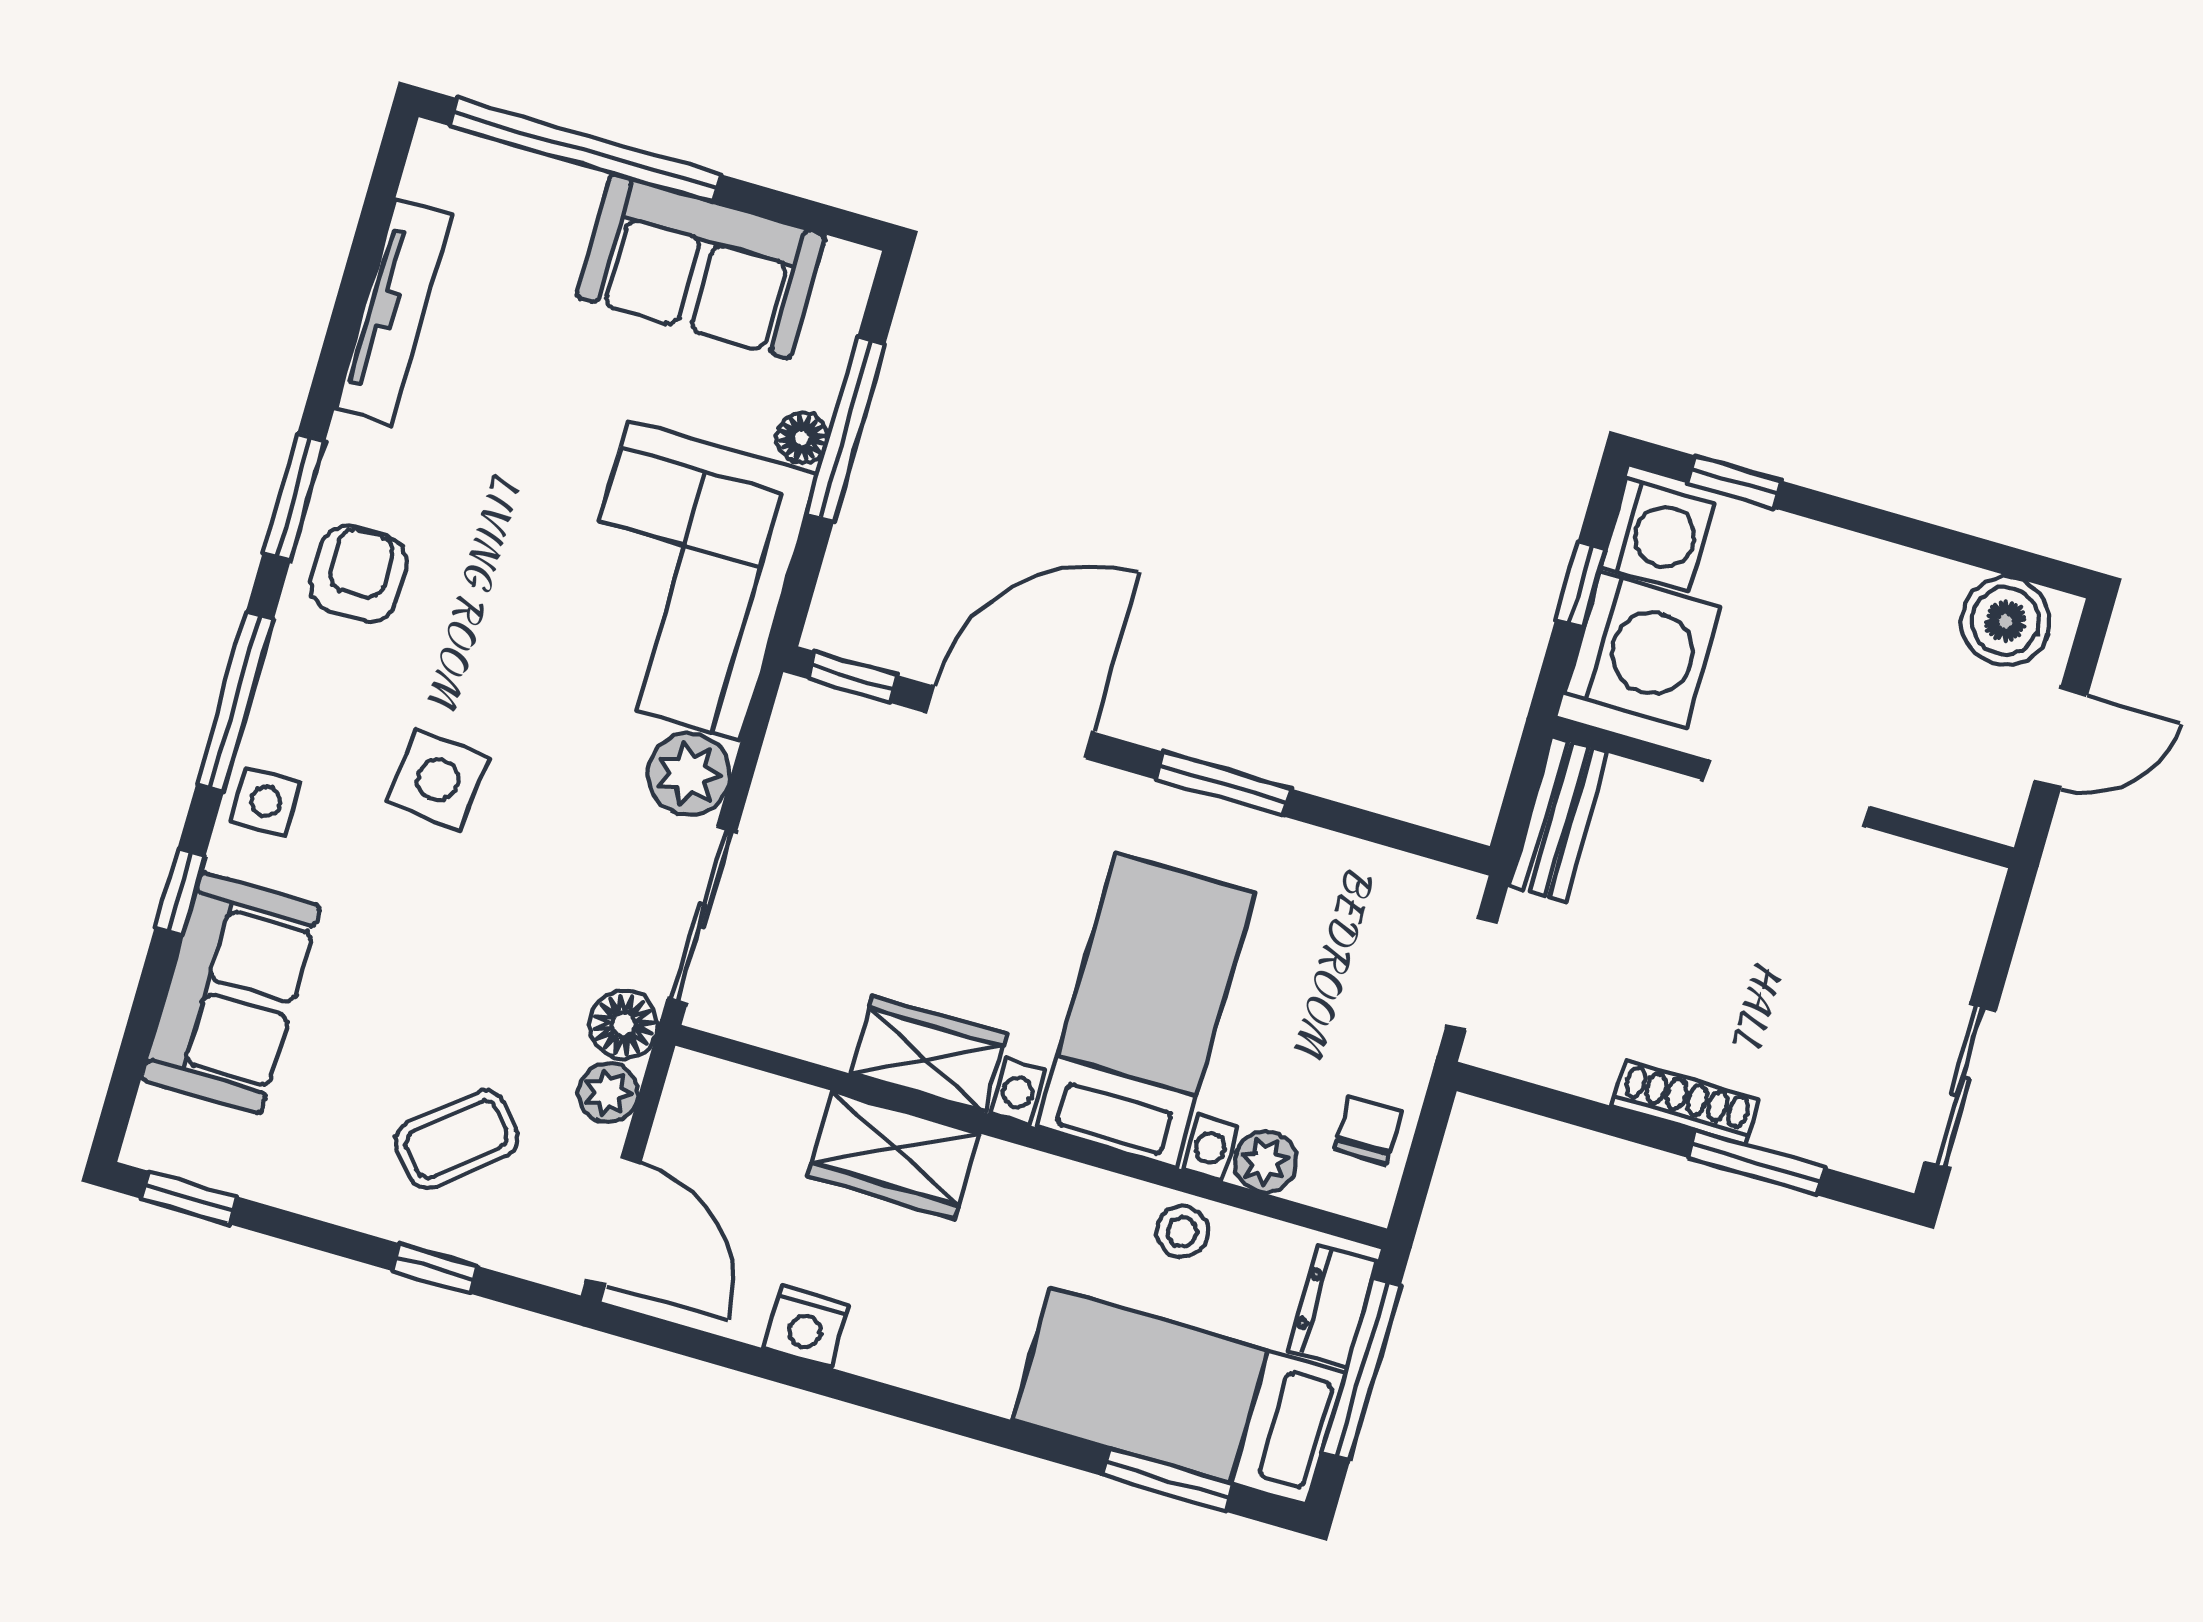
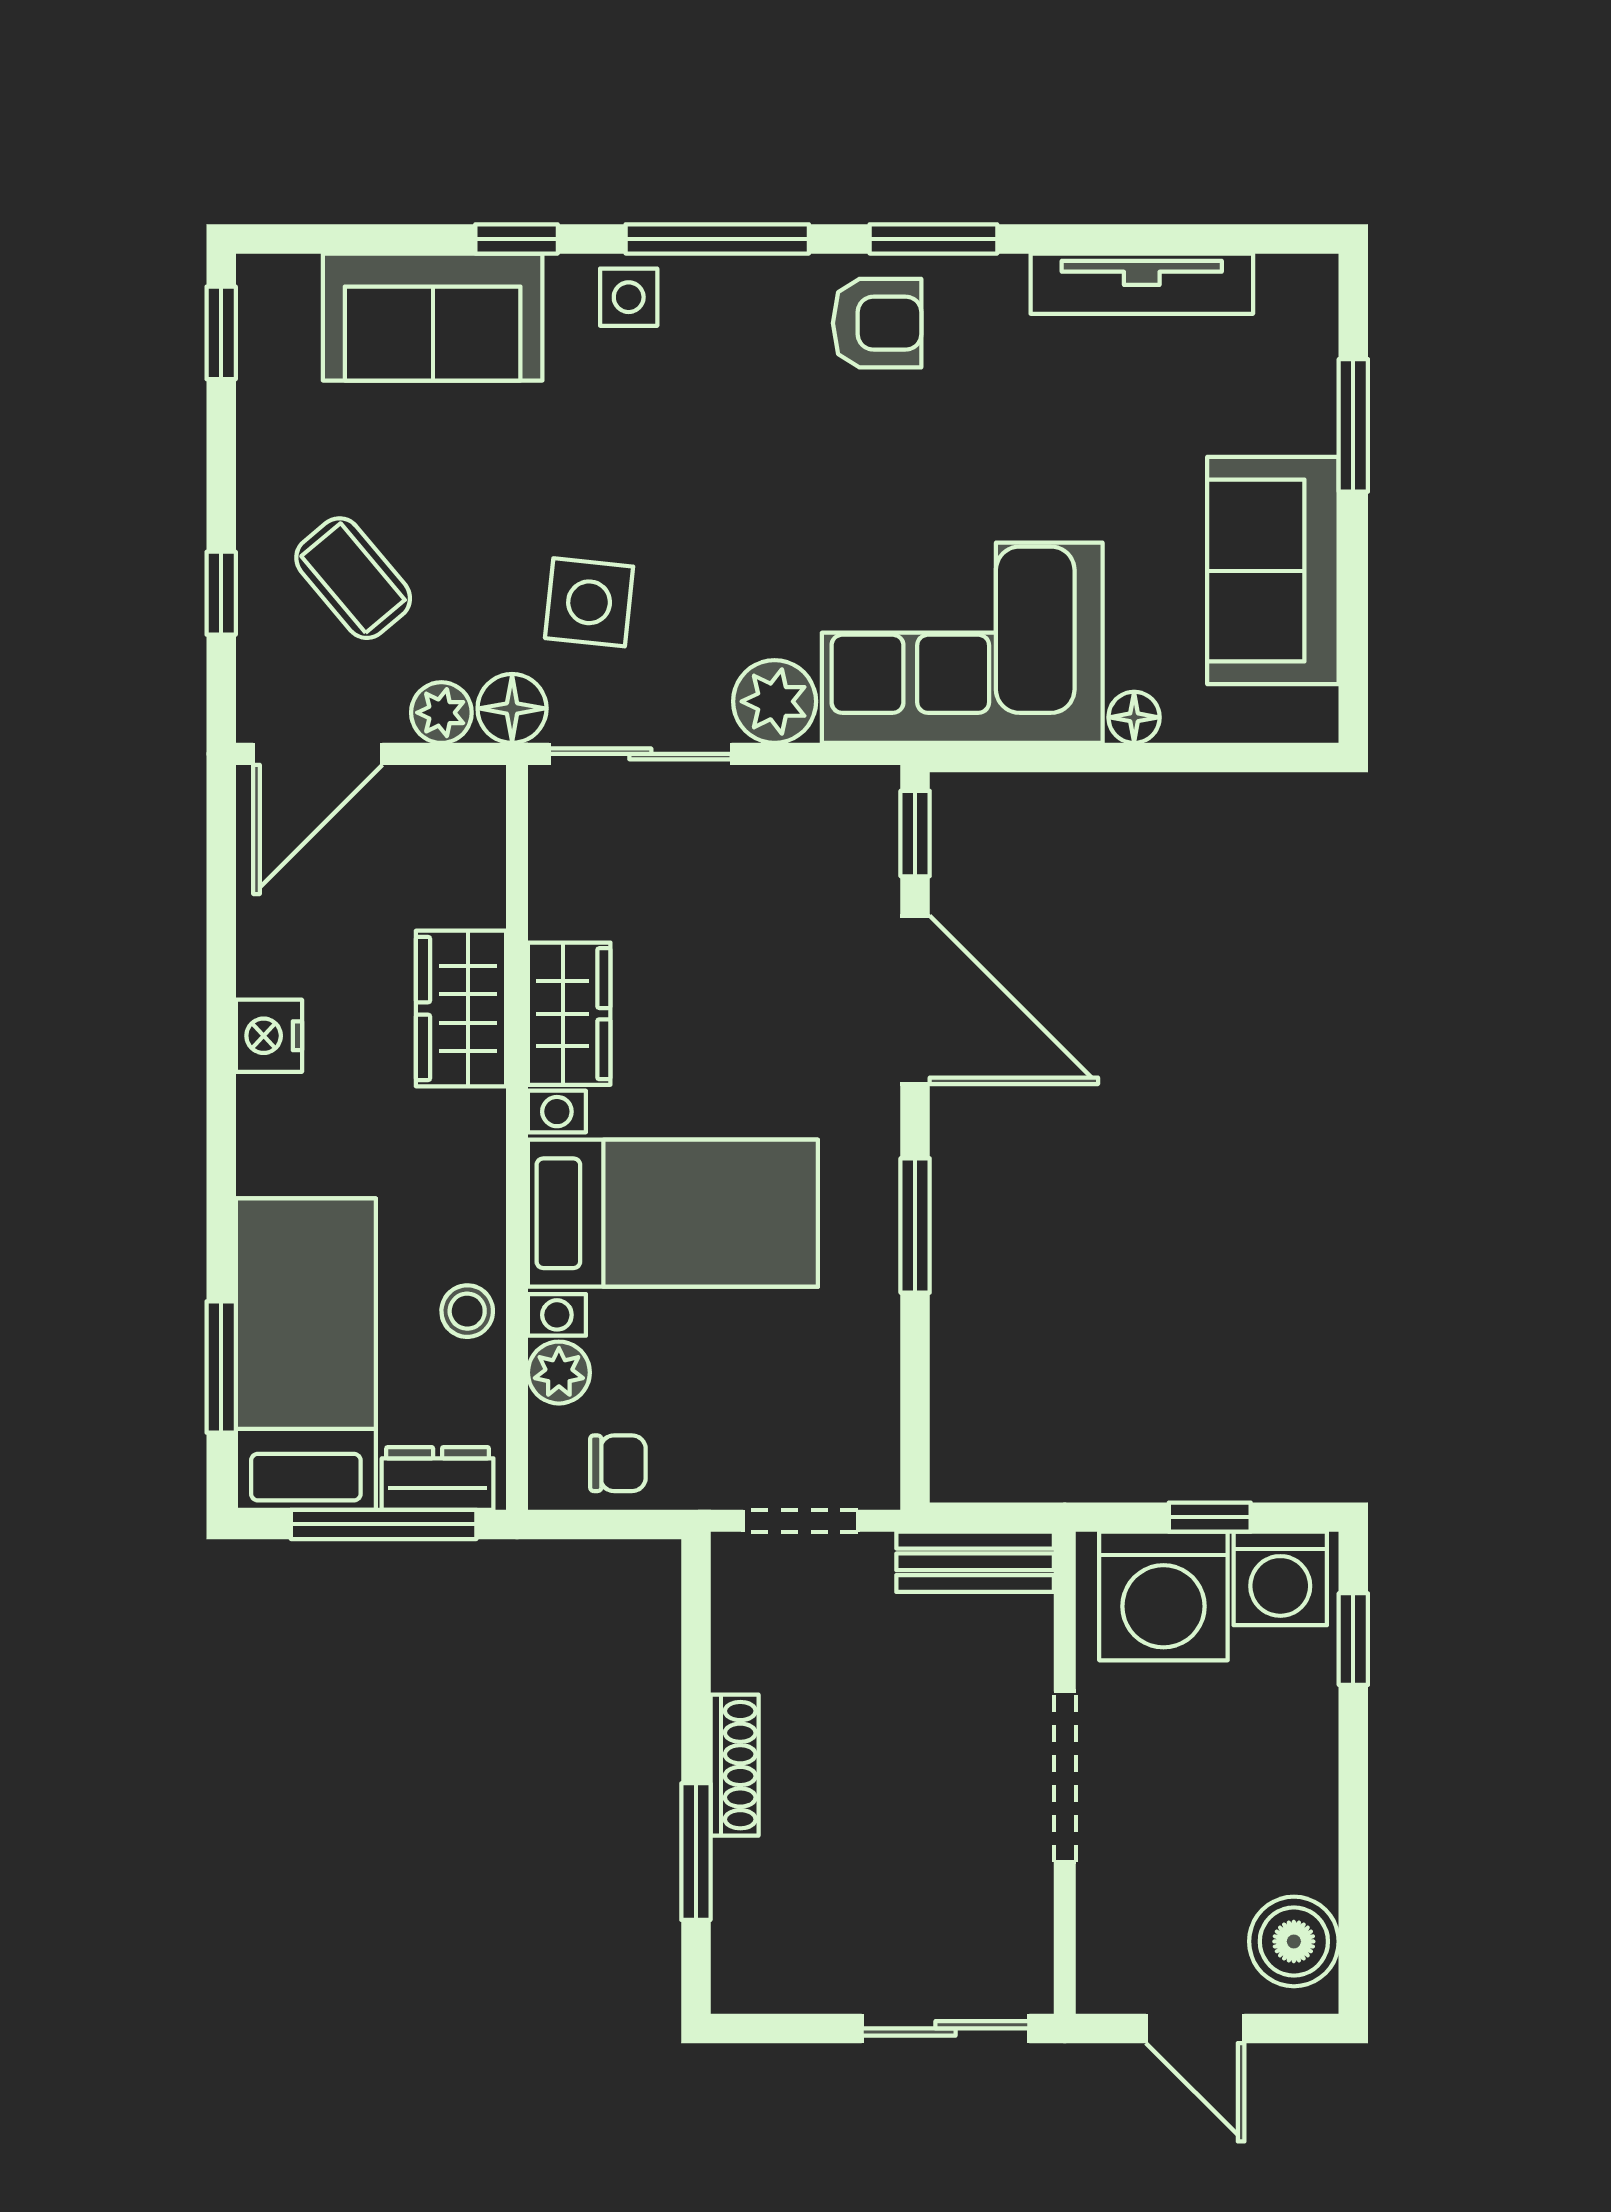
window: (585, 150) -> (1353, 425), width x0.47
window: (846, 429) -> (1155, 758), removed
side table: (438, 780) -> (589, 602), moved
sliding door: (1960, 1086) -> (945, 2028), moved
nightstand: (806, 1327) -> (269, 1036), moved

